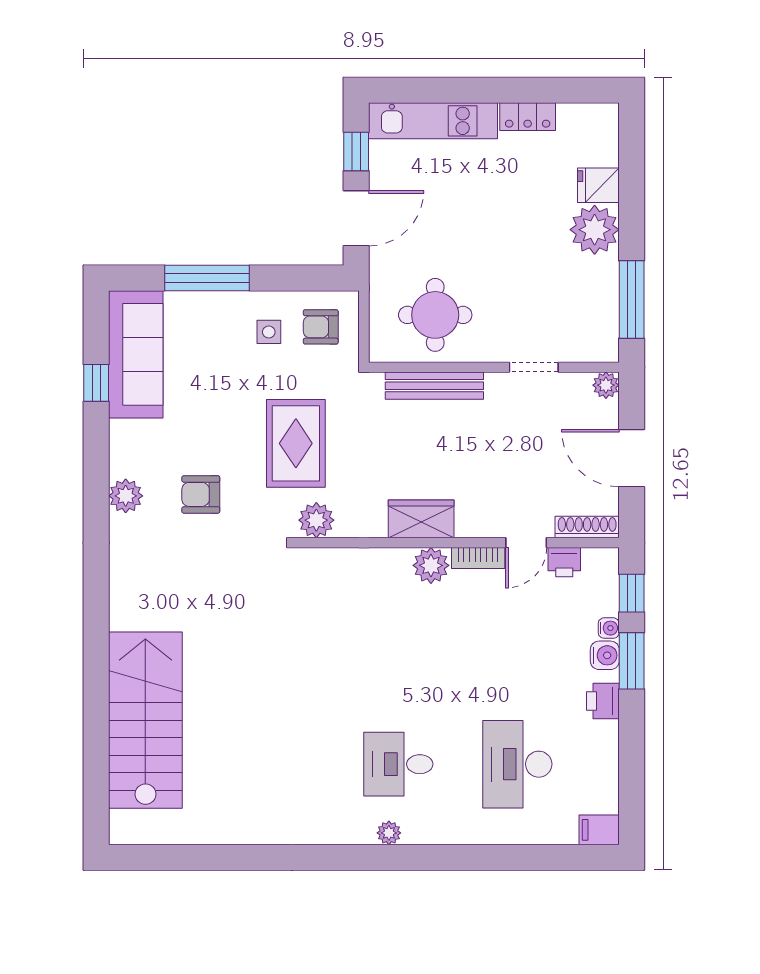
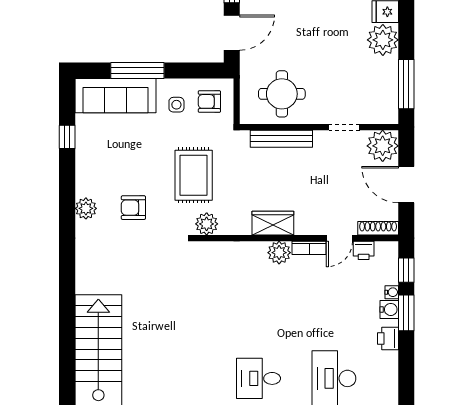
sofa: (136, 354) -> (115, 96), moved, turned 90
plant: (606, 385) -> (383, 146), width x1.87, depth x1.87

